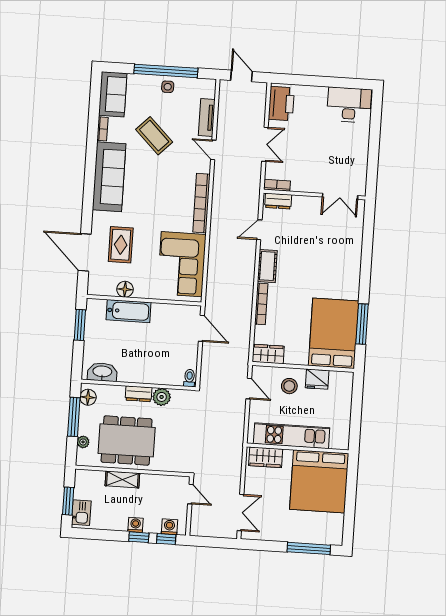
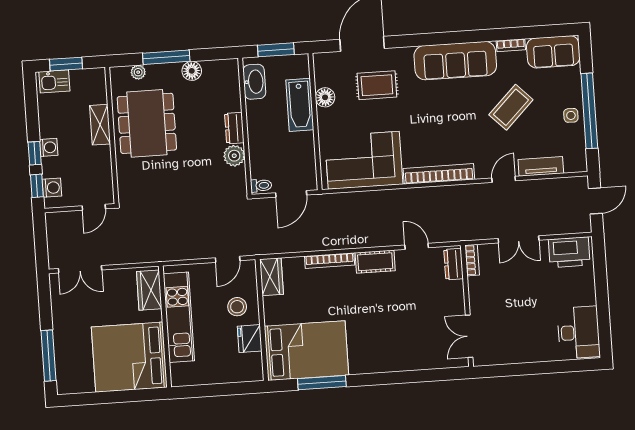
washbasin: (102, 372) -> (254, 82), moved
toilet: (189, 378) -> (261, 186), moved
wall: (138, 385) -> (245, 126), moved
dresser: (139, 394) -> (234, 128), moved
plant: (162, 397) -> (234, 156), moved

